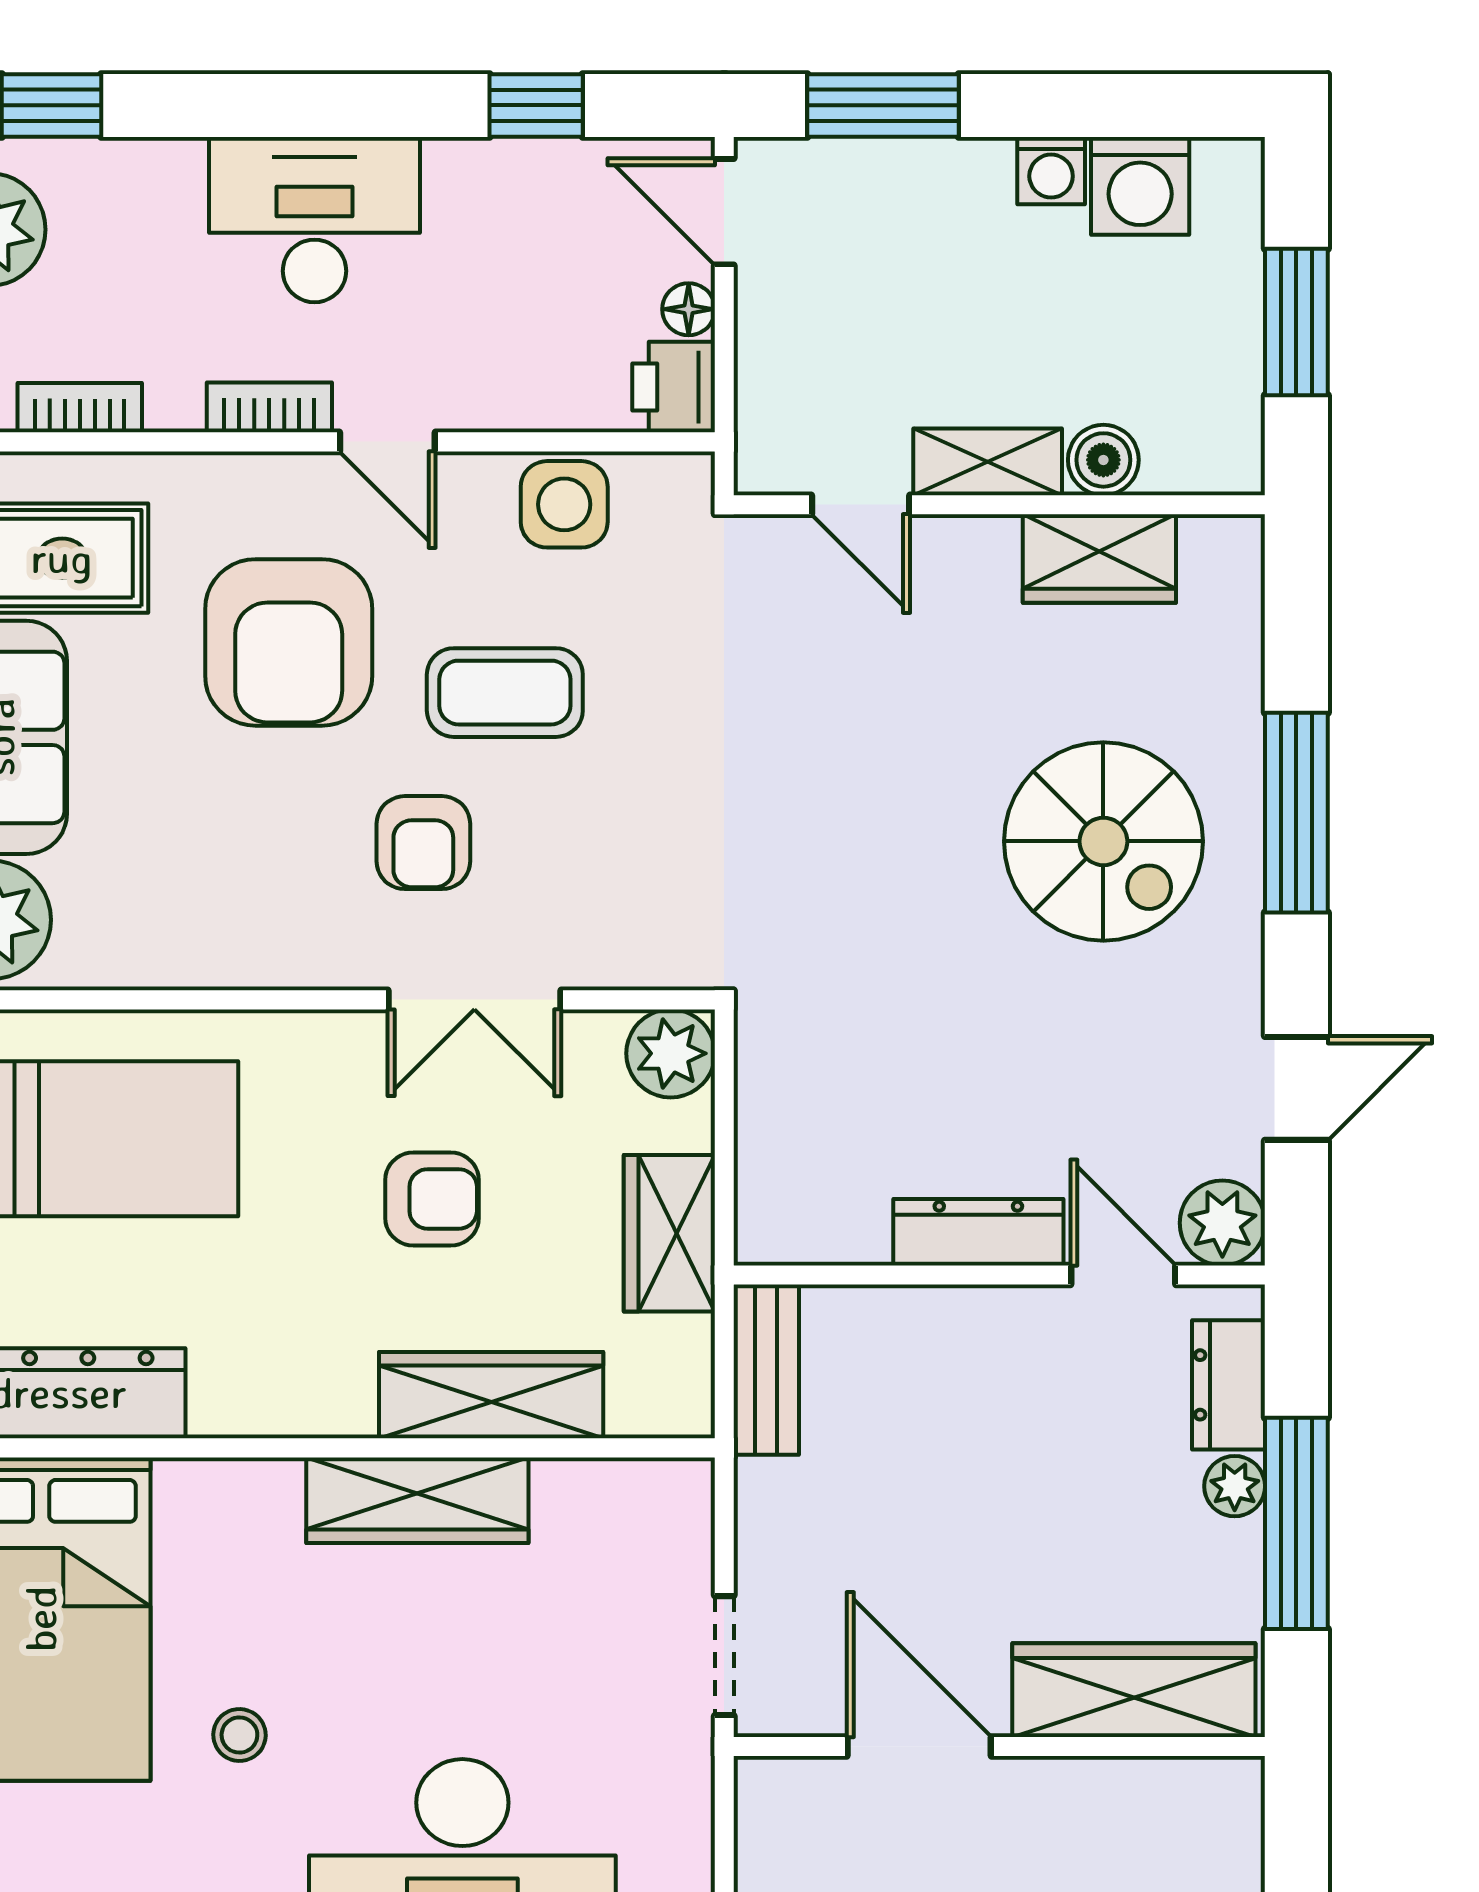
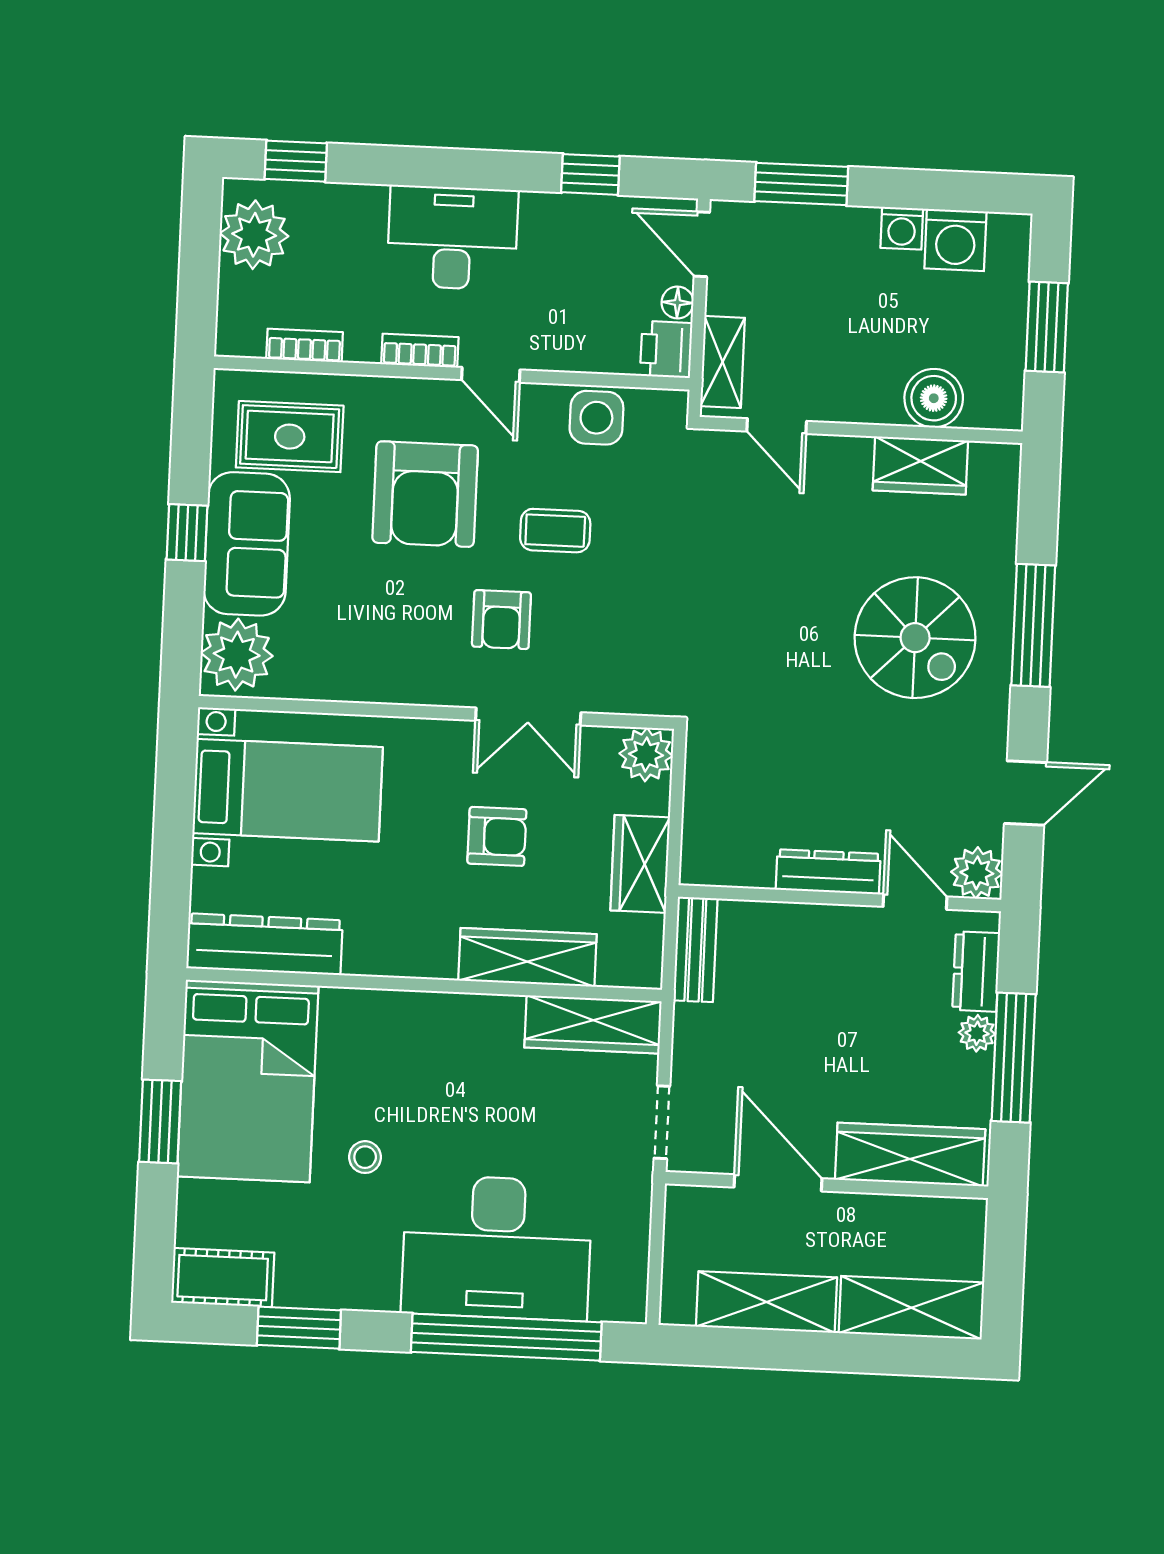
boiler: (1103, 460) -> (934, 398), width x1.36, depth x1.36
shelving: (988, 462) -> (723, 362), moved, turned 90
coffee table: (505, 693) -> (555, 531), width x0.73, depth x0.77
wardrobe: (417, 1500) -> (593, 1024), moved

